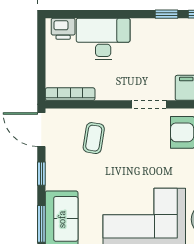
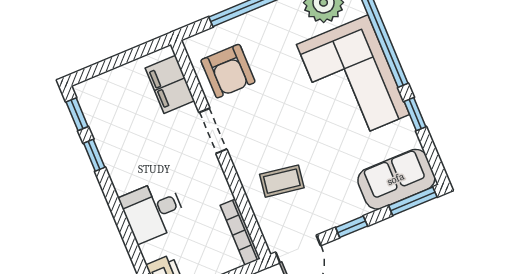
desk: (103, 39) -> (153, 211), width x0.73

